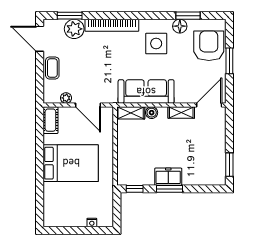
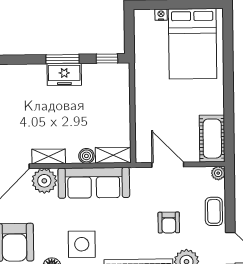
armchair: (88, 60) -> (169, 223), added
plant: (185, 94) -> (44, 181), added
plant: (66, 98) -> (218, 173), moved
cot: (50, 120) -> (212, 139), width x1.37, depth x1.34
bed: (71, 163) -> (193, 44), moved, turned -90

